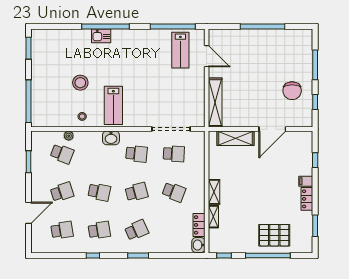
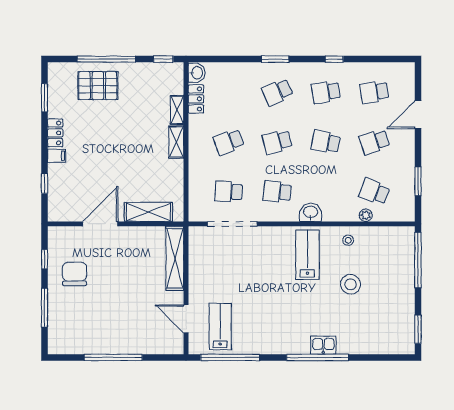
school desk: (174, 192) -> (229, 142), turned -42

